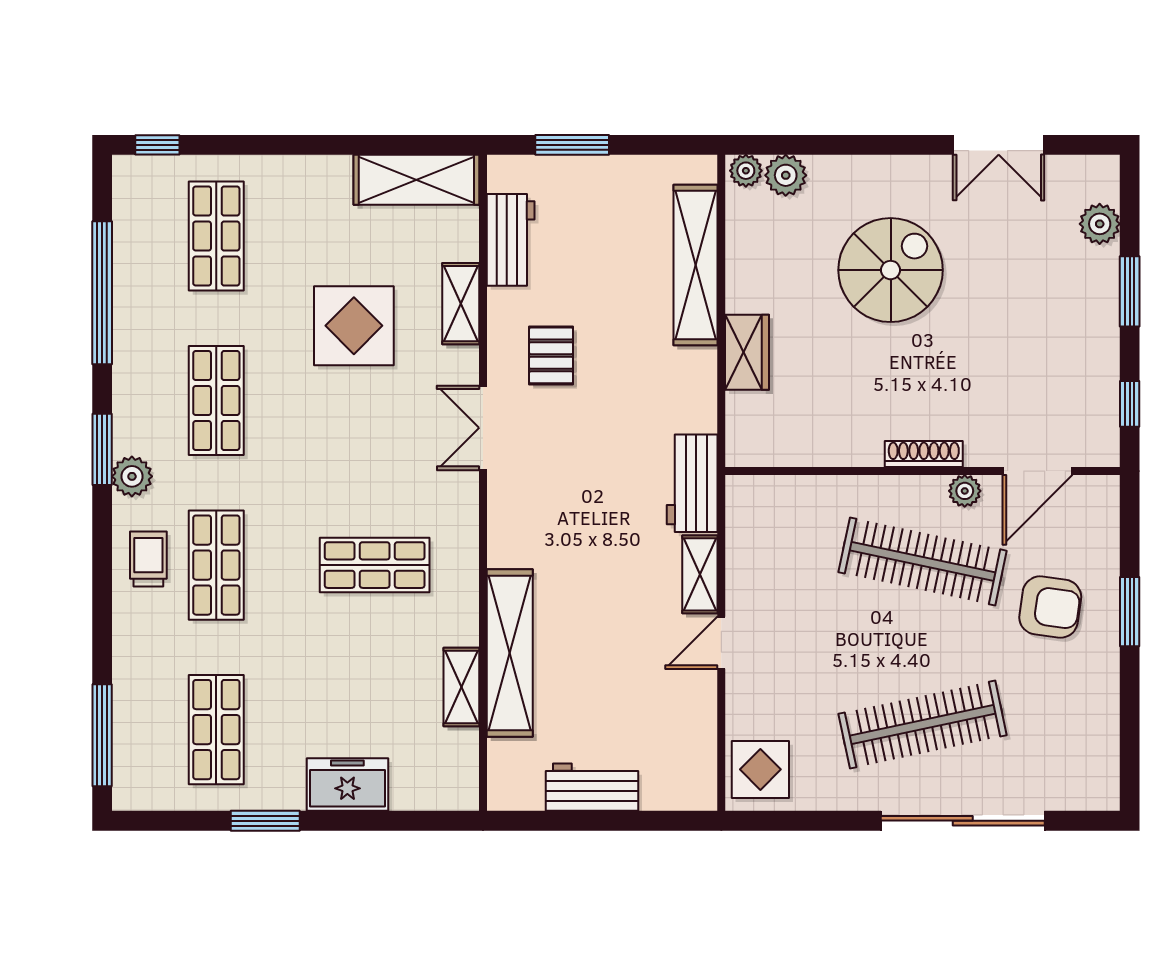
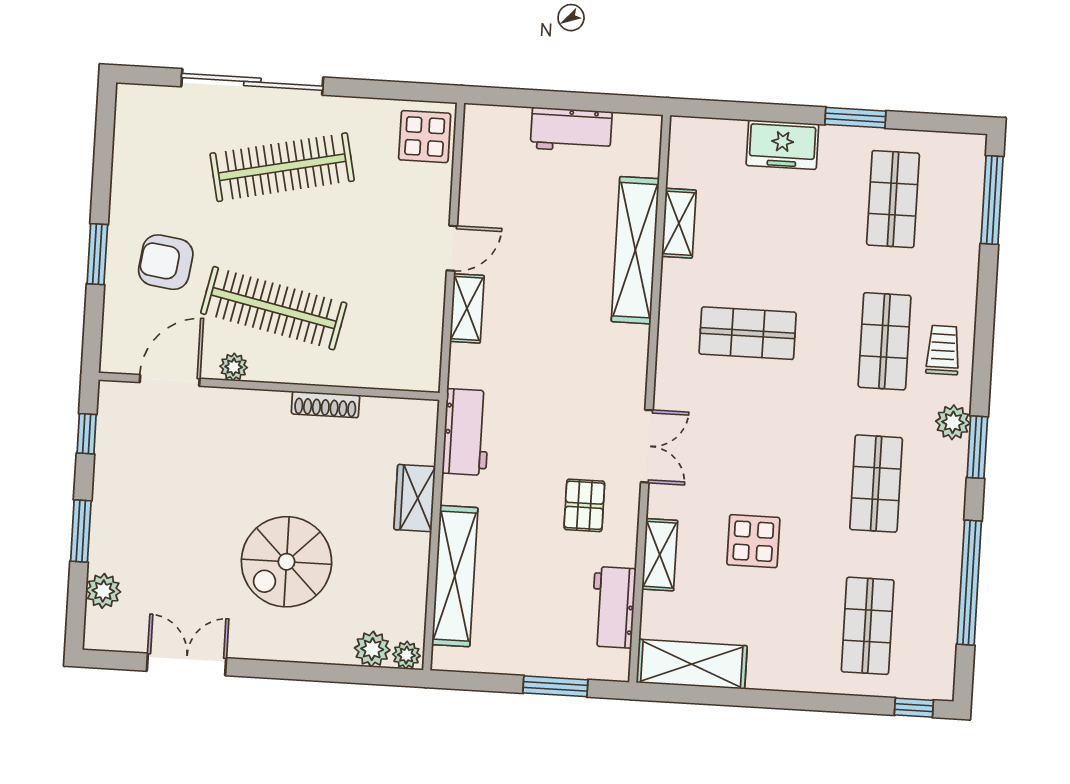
display table: (354, 326) -> (753, 541), width x0.73, depth x0.73
shoe rack: (924, 454) -> (325, 404), moved
workbench: (692, 483) -> (466, 432), moved
trolley: (148, 559) -> (943, 350), turned 180

